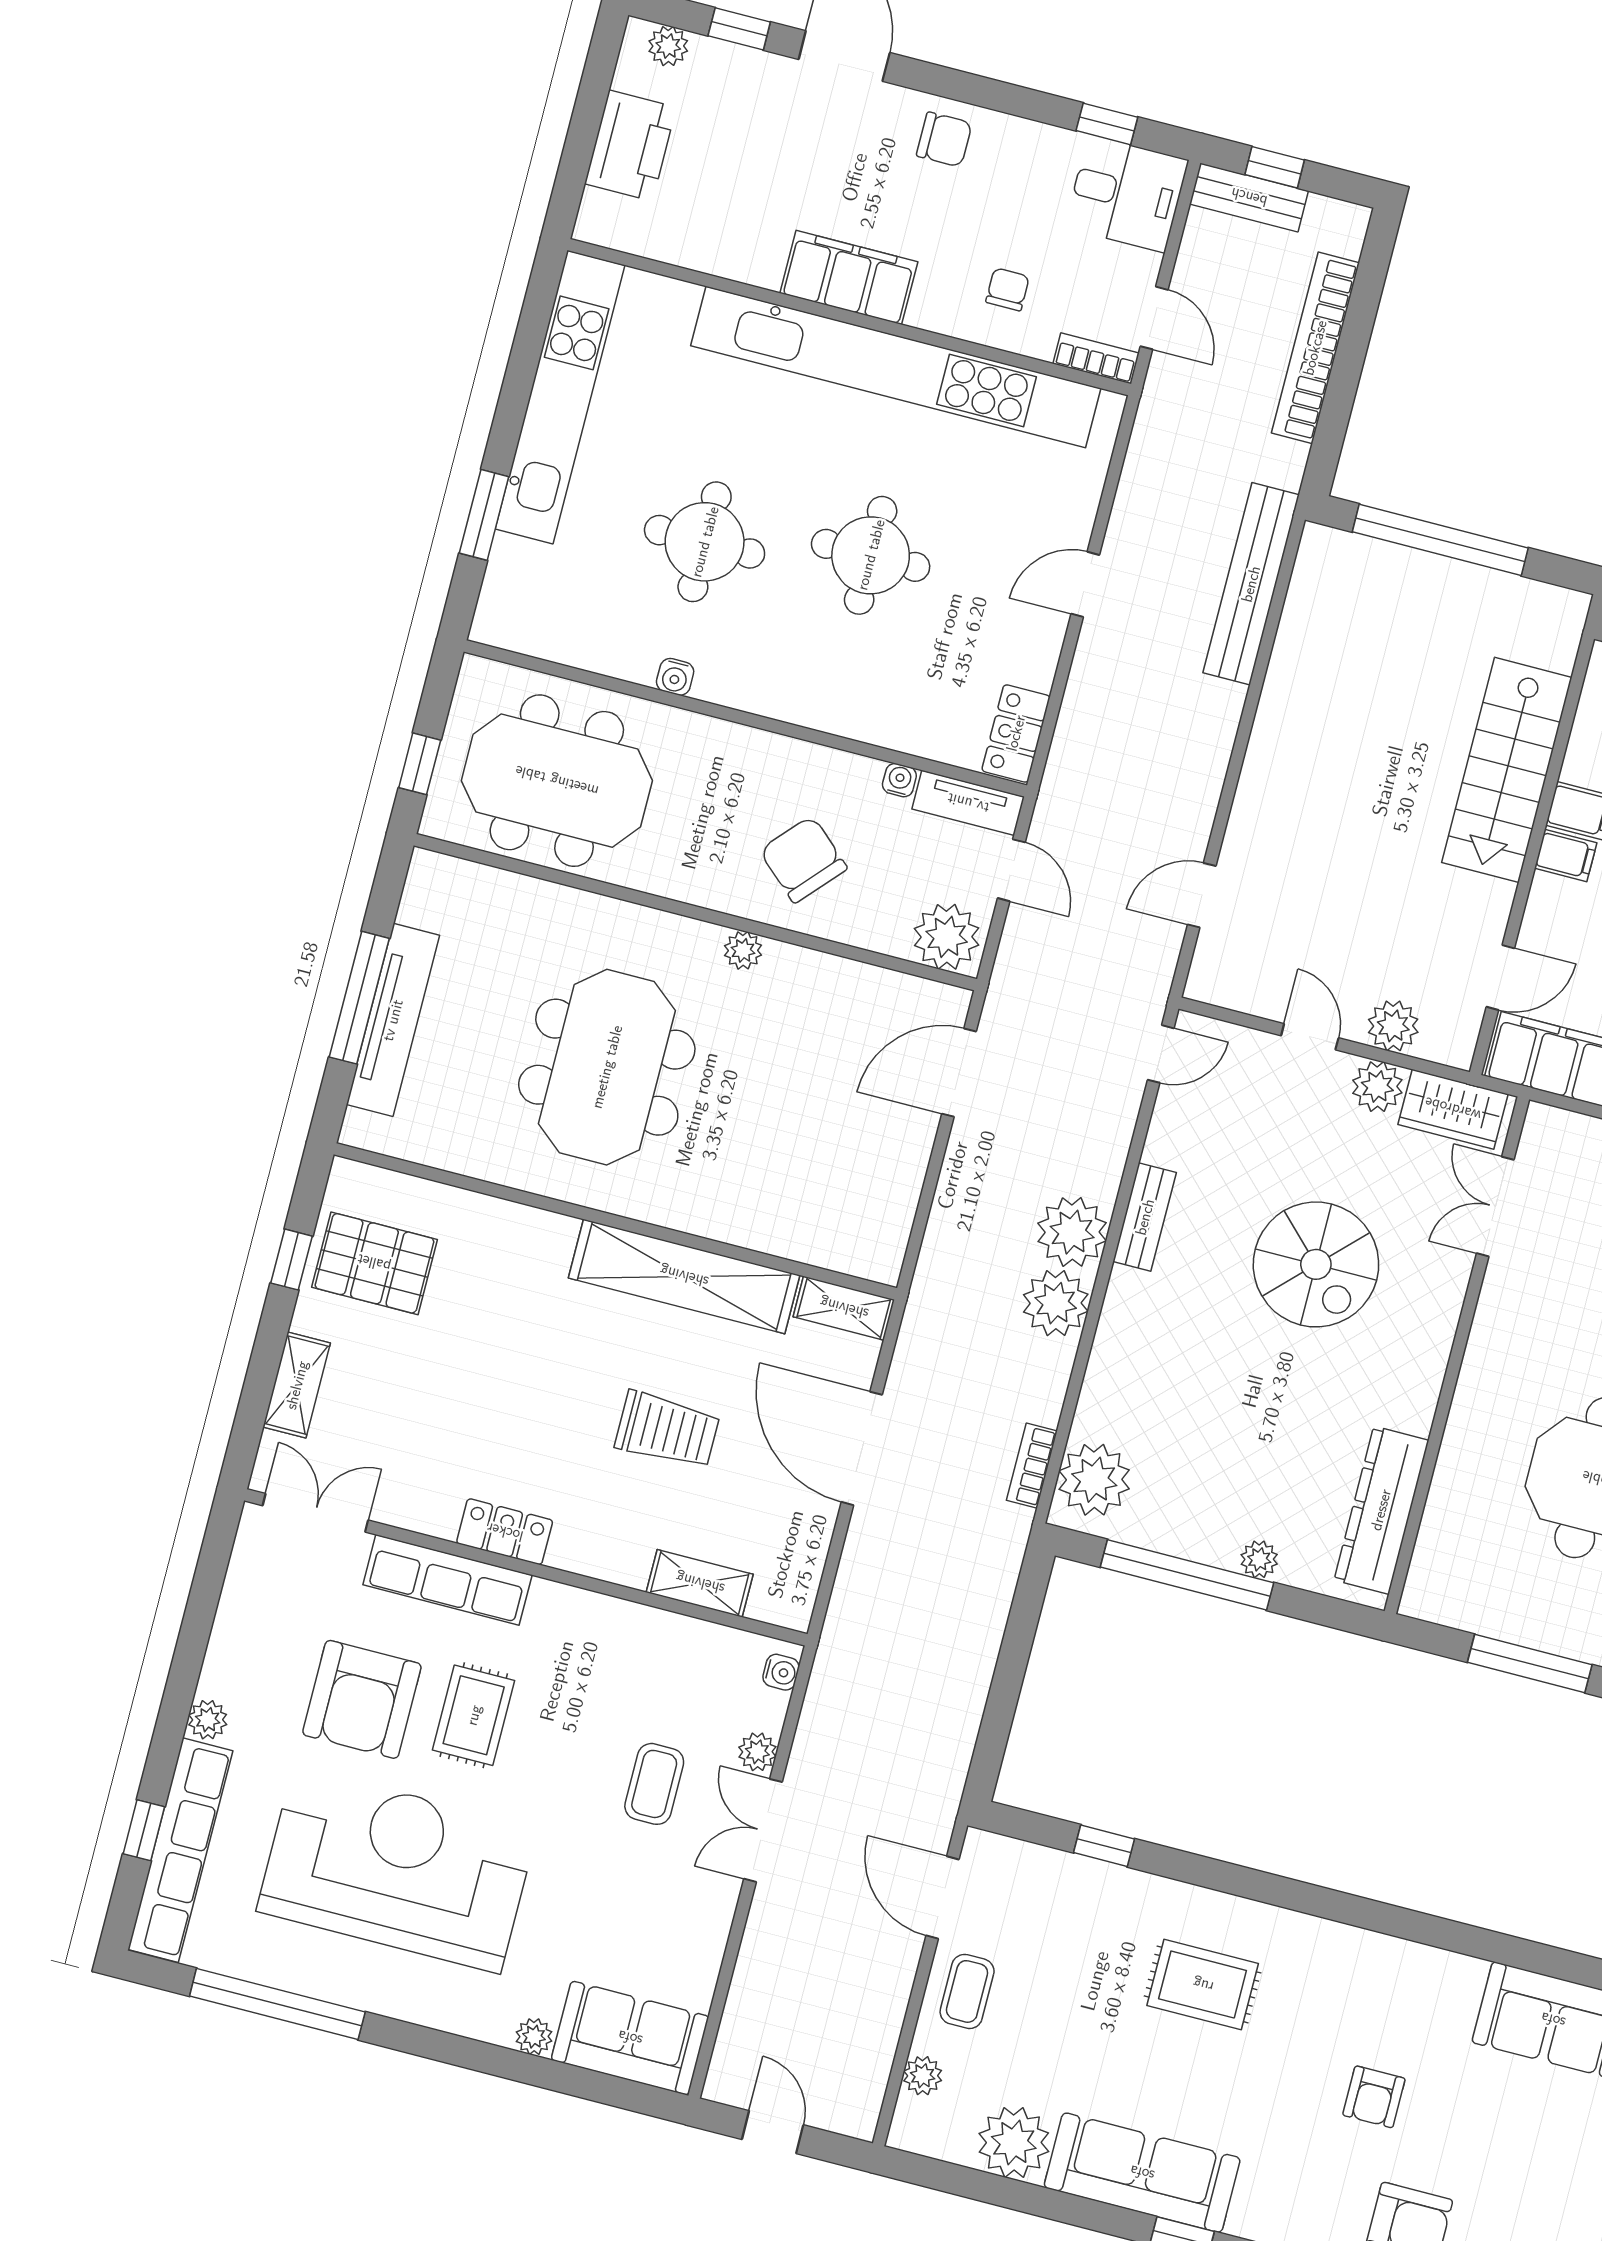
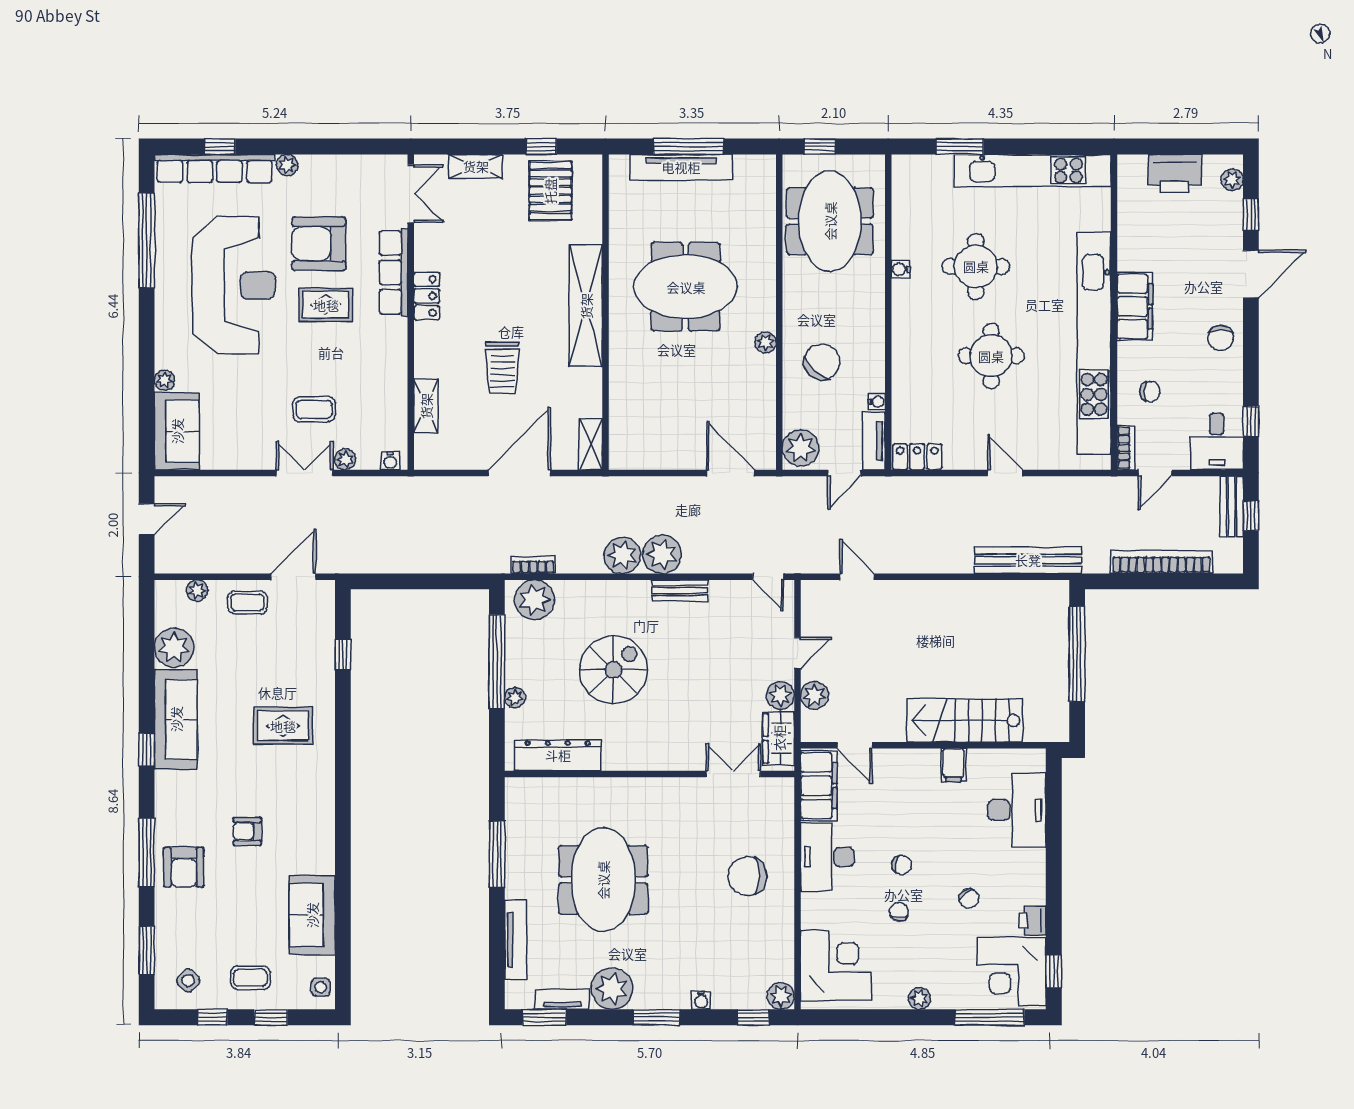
filing cabinet: (1566, 855) -> (928, 763), removed
spiral stairs: (1316, 1264) -> (614, 670), moved, turned 180
shelving: (684, 1276) -> (586, 306), moved
rug: (1203, 1985) -> (283, 726), turned 90

